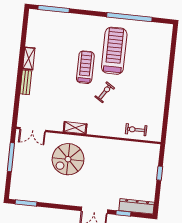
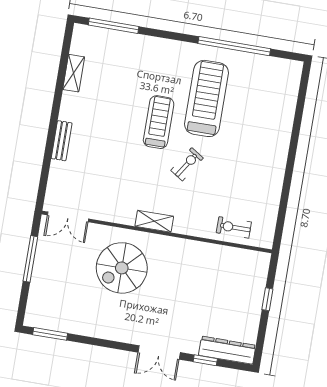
shelving: (29, 58) -> (74, 73), moved
shelving: (75, 128) -> (154, 221), moved

